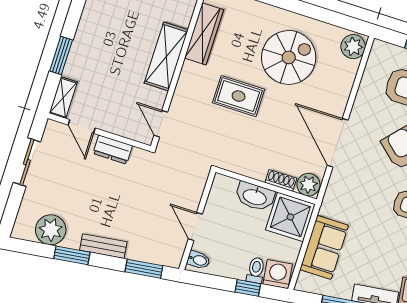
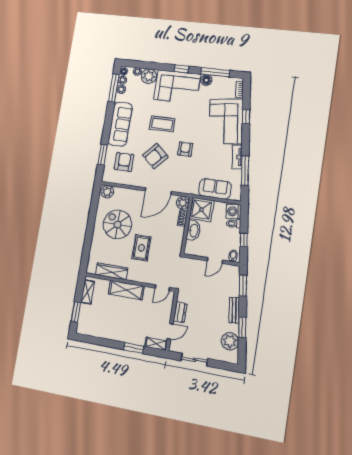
window: (248, 288) -> (244, 240), moved

